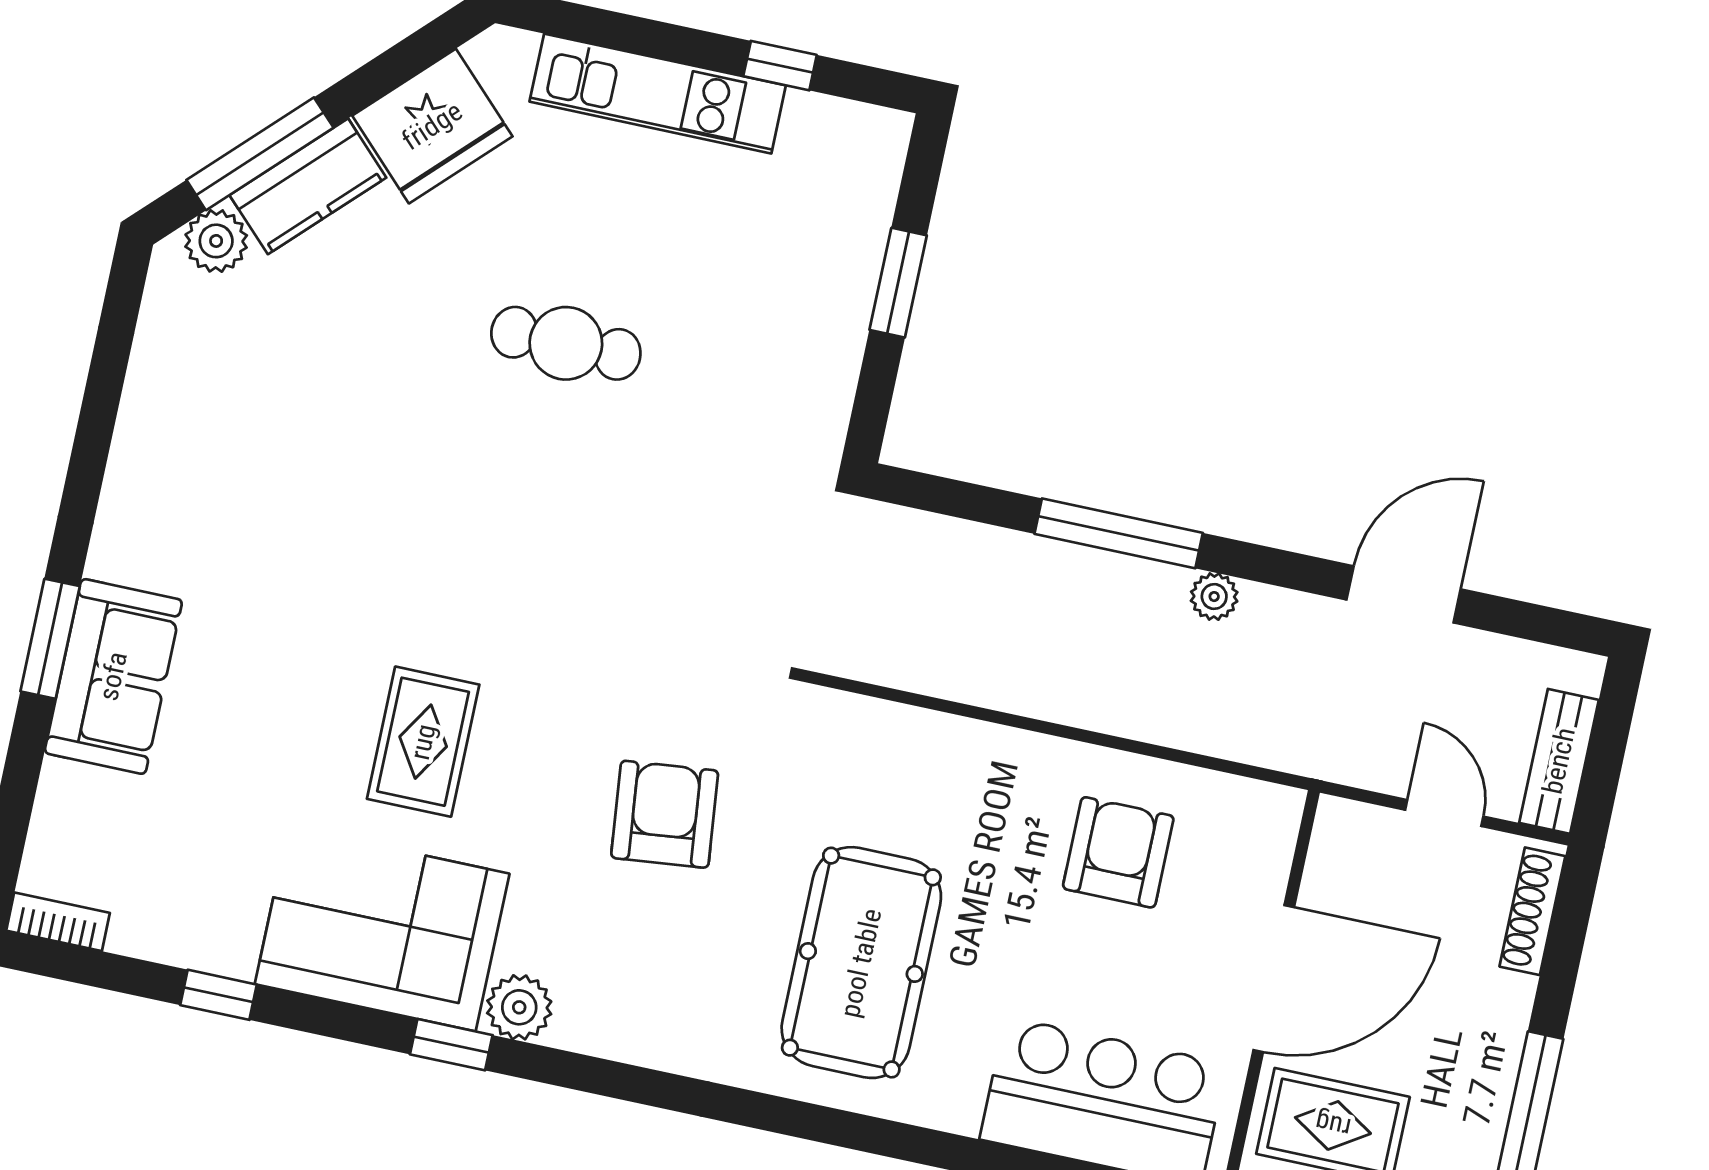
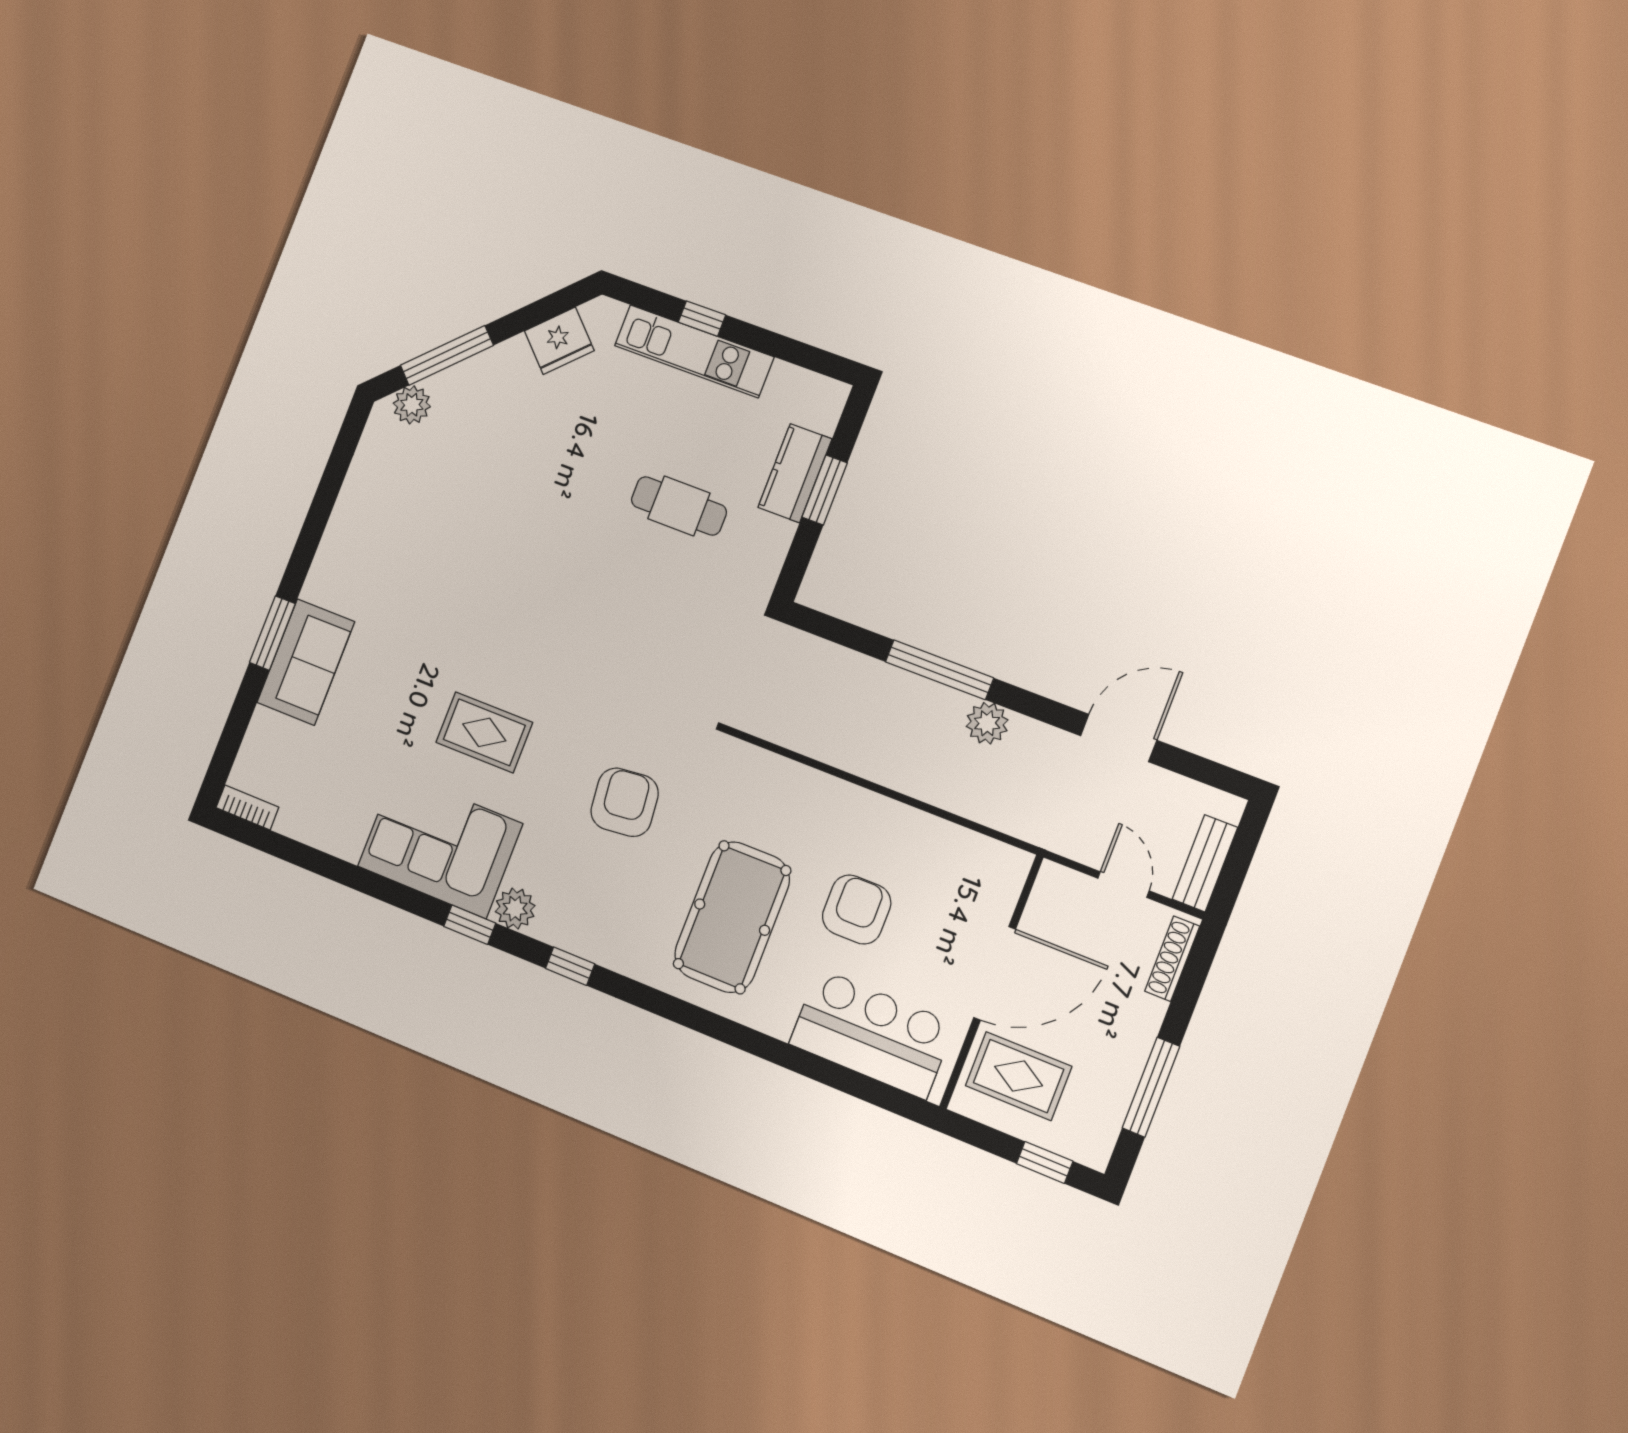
window: (780, 66) -> (702, 319), moved
fridge: (432, 126) -> (559, 341), width x0.73, depth x0.75
kitchen counter: (308, 186) -> (795, 473), moved, turned 135
cafe table: (566, 343) -> (679, 506), moved
plant: (1214, 597) -> (987, 723), width x1.38, depth x1.38
rug: (423, 742) -> (484, 732), turned 90
armchair: (1118, 852) -> (857, 910), moved
window: (219, 995) -> (570, 966), moved

